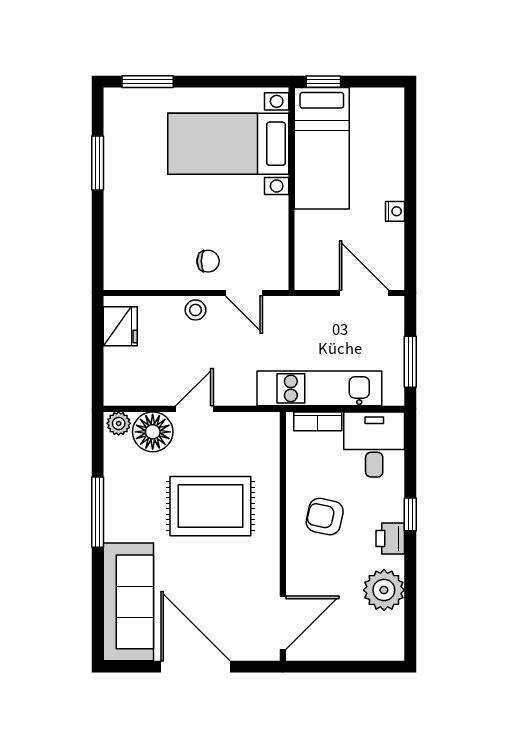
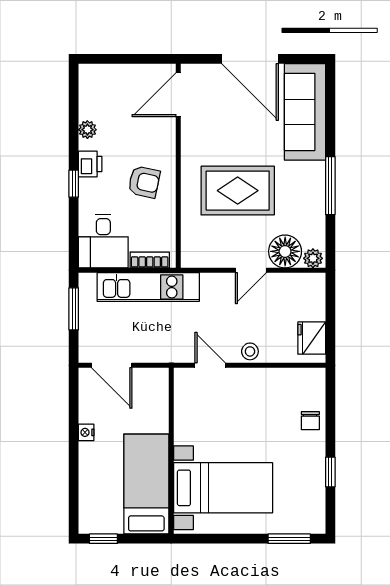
window: (323, 82) -> (103, 539), moved
window: (98, 163) -> (330, 472), width x0.67
chair: (208, 261) -> (310, 421), moved, turned -90
plant: (384, 590) -> (87, 130), width x0.53, depth x0.53

